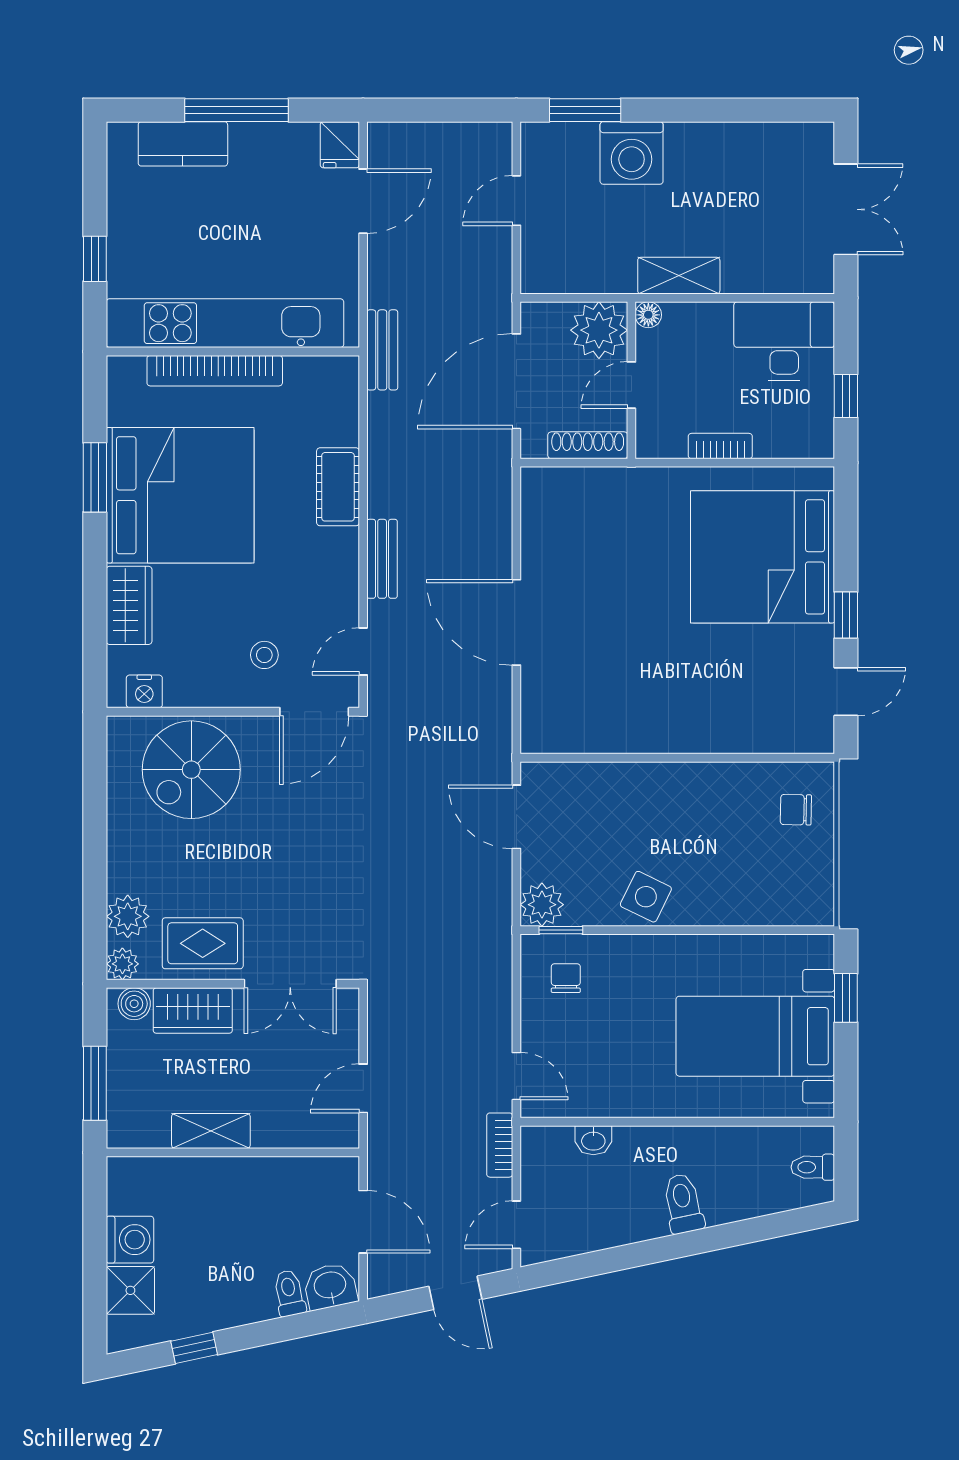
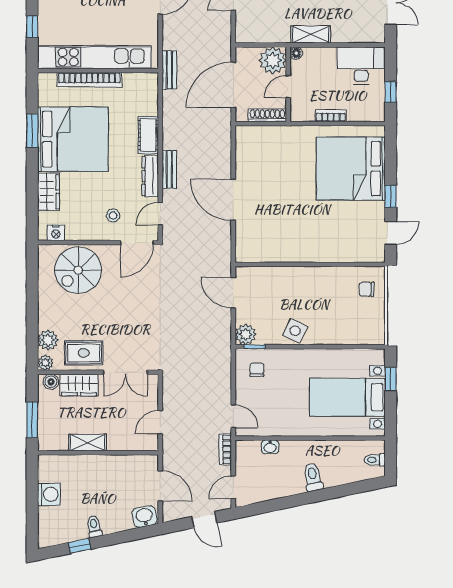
dresser: (342, 573) -> (150, 176), added
shower: (130, 1290) -> (49, 519), removed
toilet: (289, 1293) -> (94, 526), moved

